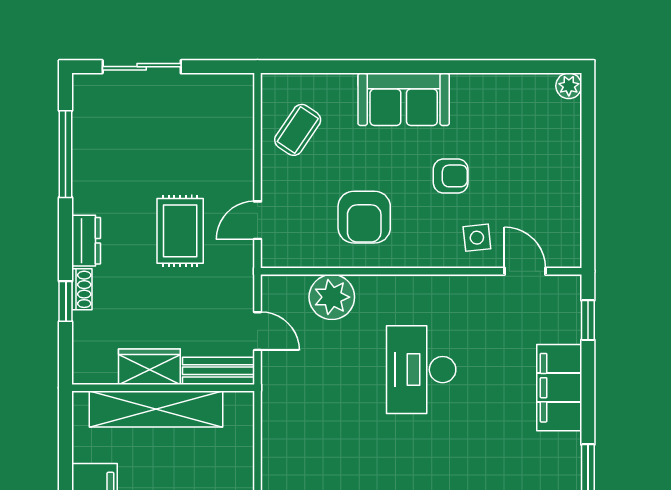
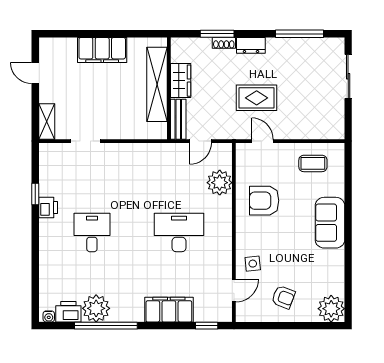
plant: (569, 86) -> (331, 309), width x1.88, depth x1.88
coffee table: (298, 130) -> (313, 163), turned -34
armchair: (451, 176) -> (283, 297), moved, turned -69
window: (66, 301) -> (217, 34), width x1.50

